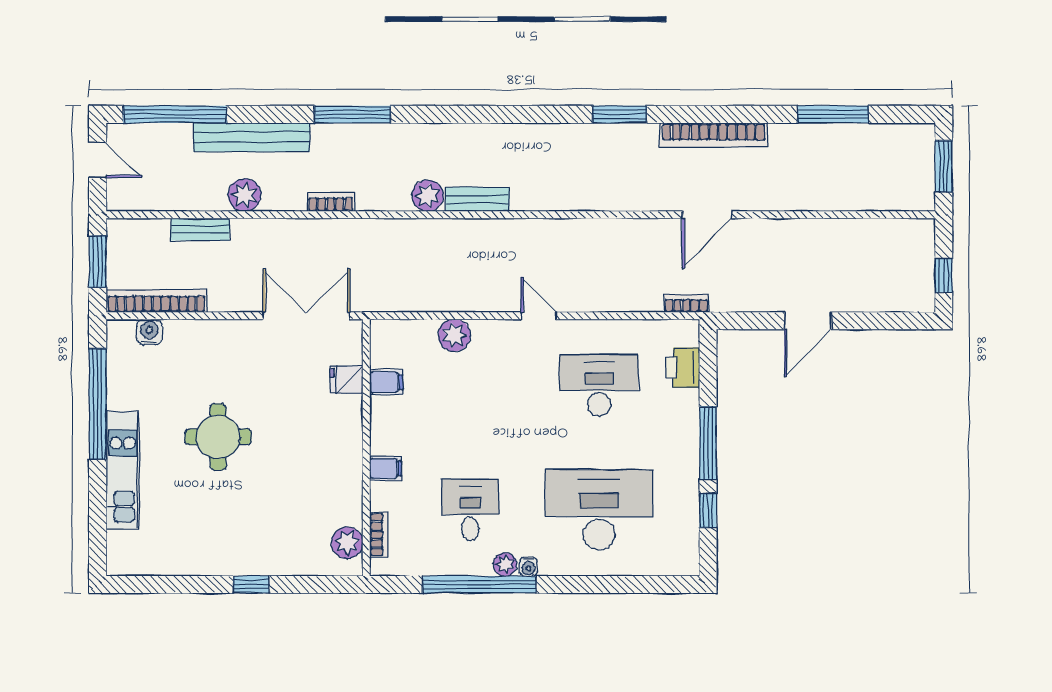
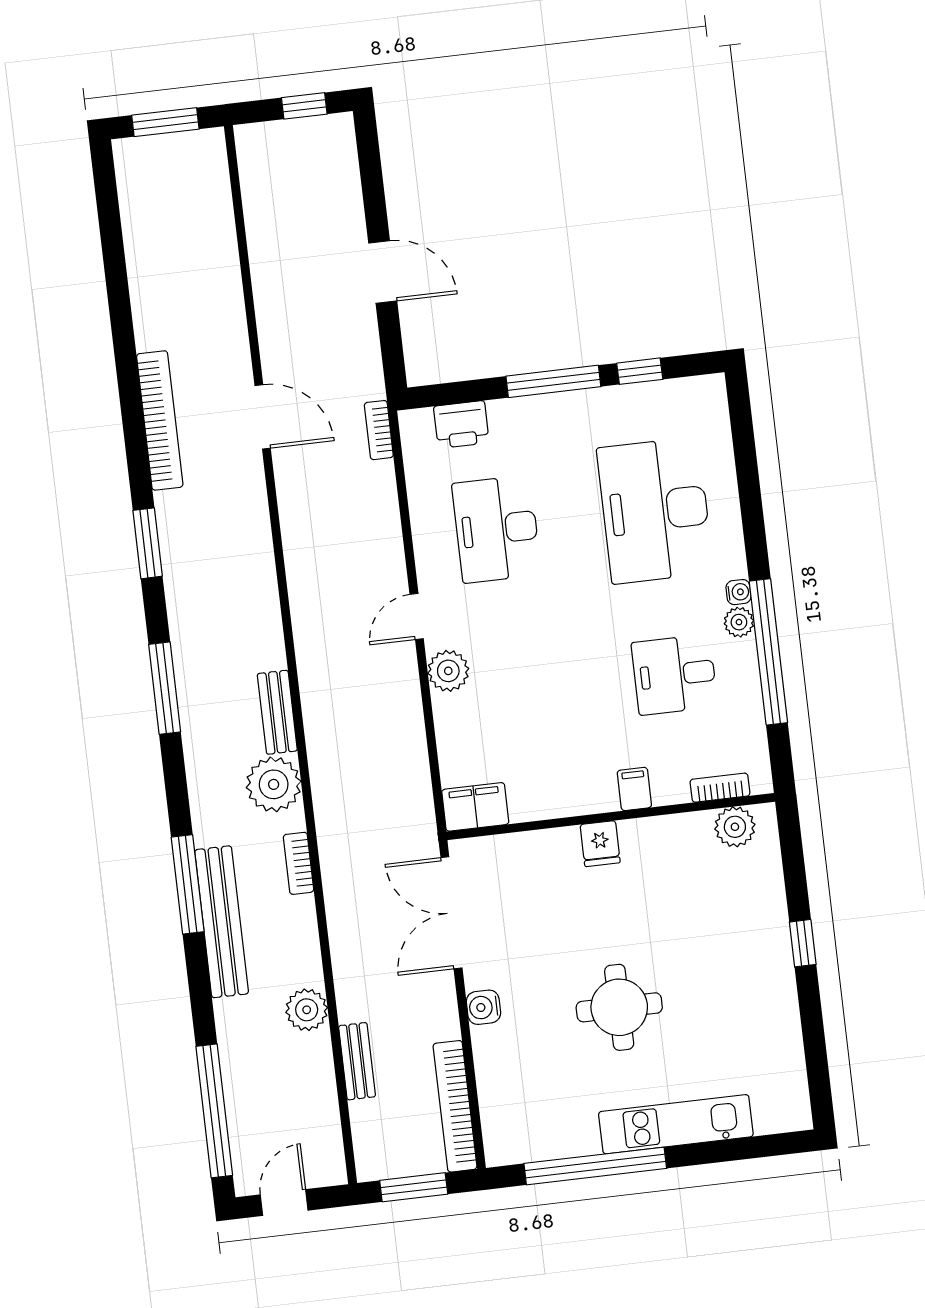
window: (833, 114) -> (165, 688), moved
bench: (252, 137) -> (222, 922), moved
plant: (428, 196) -> (274, 784), width x1.36, depth x1.36
bookcase: (331, 202) -> (299, 863), moved
water cooler: (149, 332) -> (483, 1007), moved
plant: (454, 335) -> (448, 671), moved
fridge: (346, 380) -> (600, 844), moved
filing cabinet: (386, 382) -> (475, 807), moved, width x2.00

